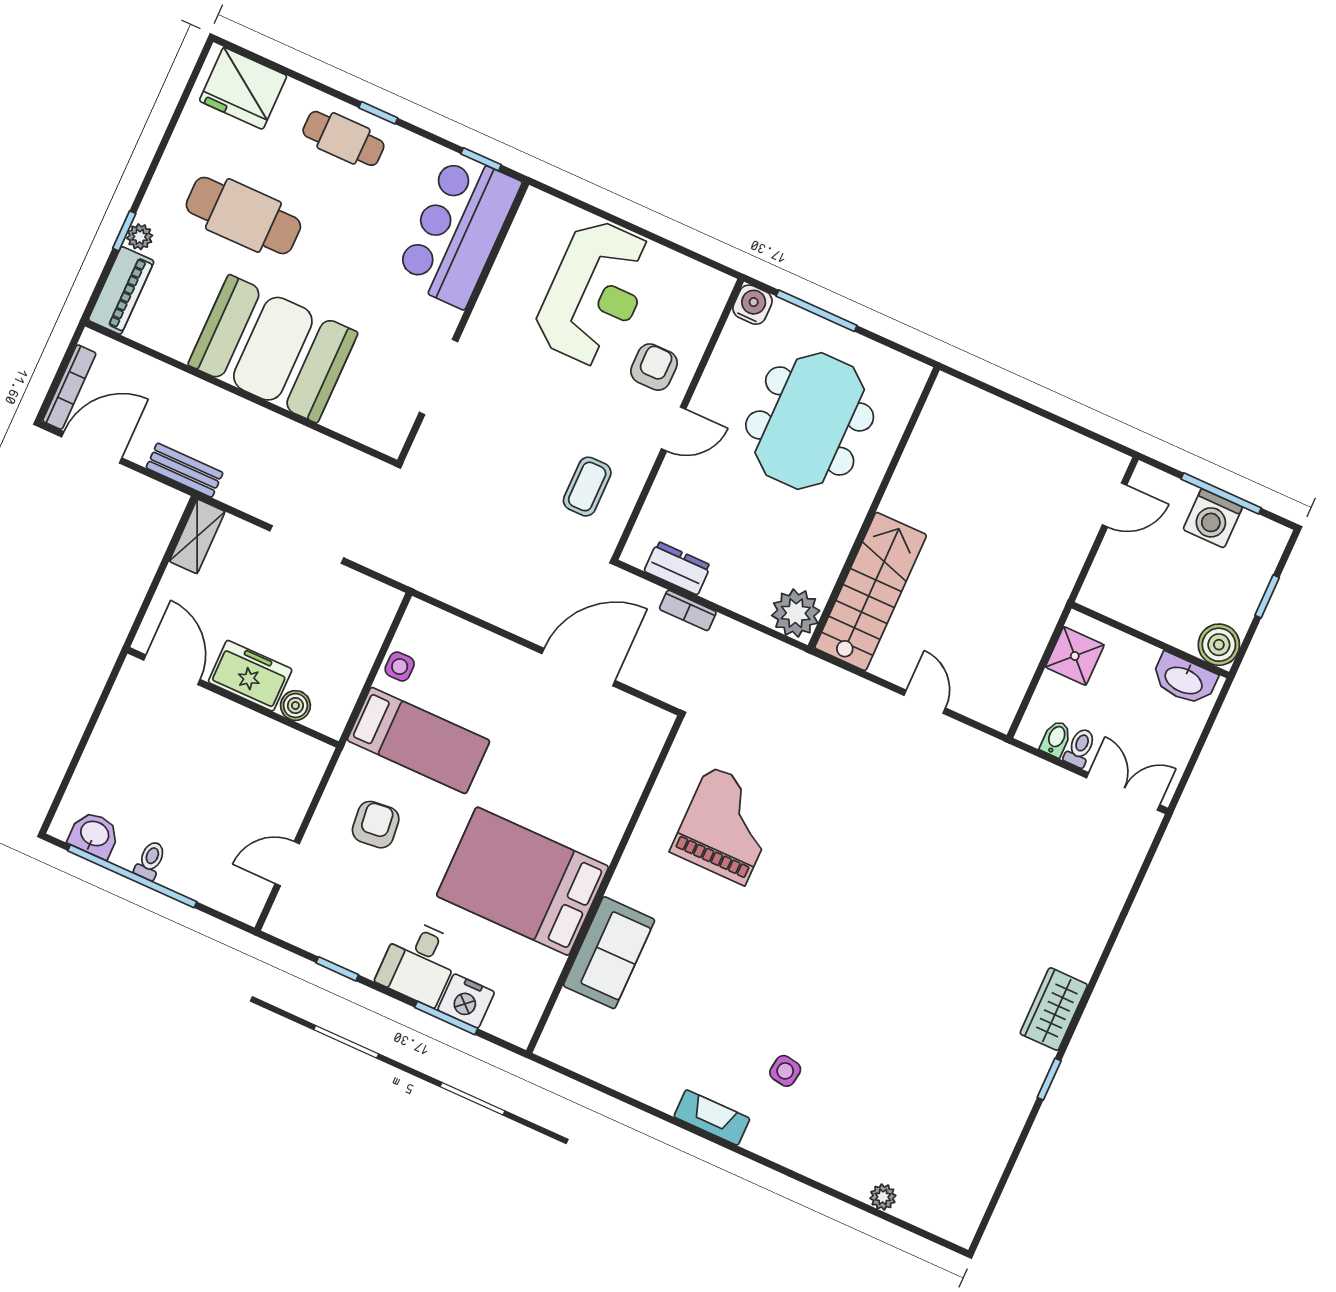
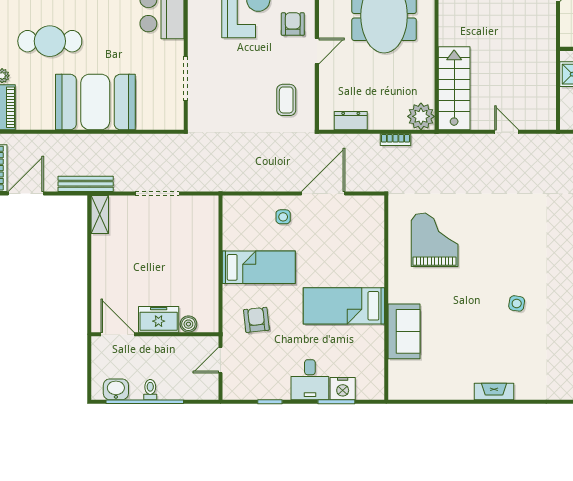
bench: (185, 470) -> (86, 184), width x1.36
bookcase: (688, 610) -> (395, 140), moved
side table: (400, 667) -> (283, 217), moved
door: (172, 670) -> (118, 334), moved
freezer: (250, 676) -> (159, 319), moved
wall: (233, 697) -> (155, 334), moved
boiler: (295, 706) -> (188, 324), moved
bed: (523, 881) -> (344, 306), width x0.67
side table: (785, 1071) -> (517, 303), moved

